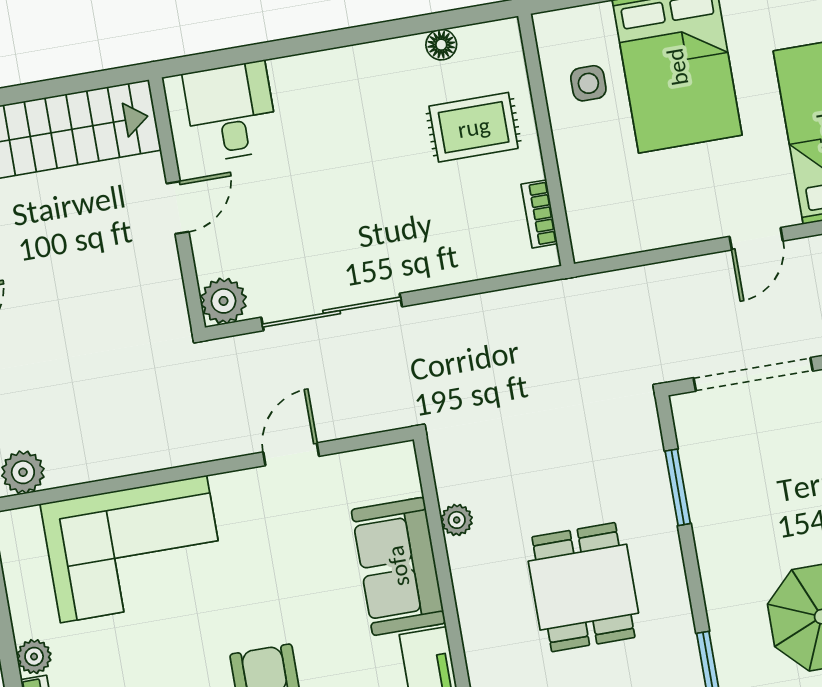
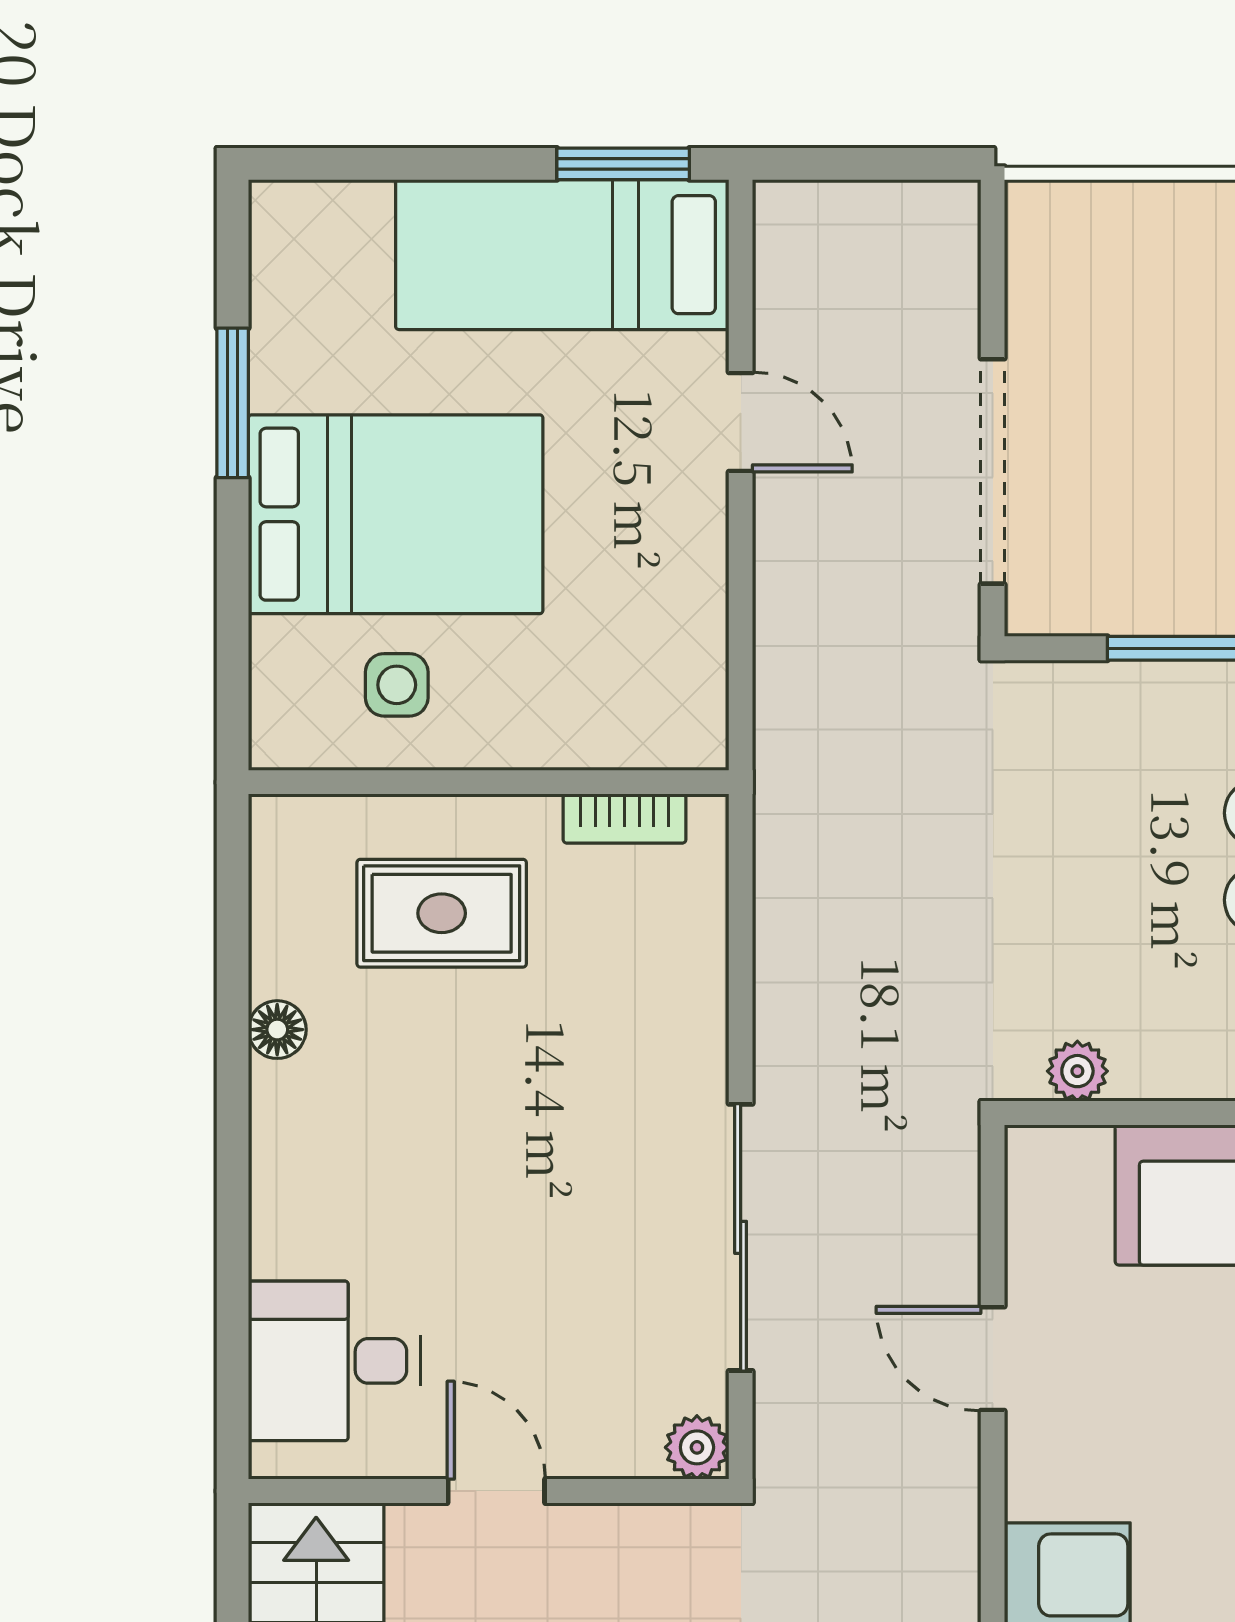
floor lamp: (441, 45) -> (277, 1030), moved
rug: (474, 127) -> (442, 913), turned 90
plant: (224, 301) -> (697, 1447), width x0.73, depth x0.73
plant: (457, 520) -> (1077, 1071), moved

